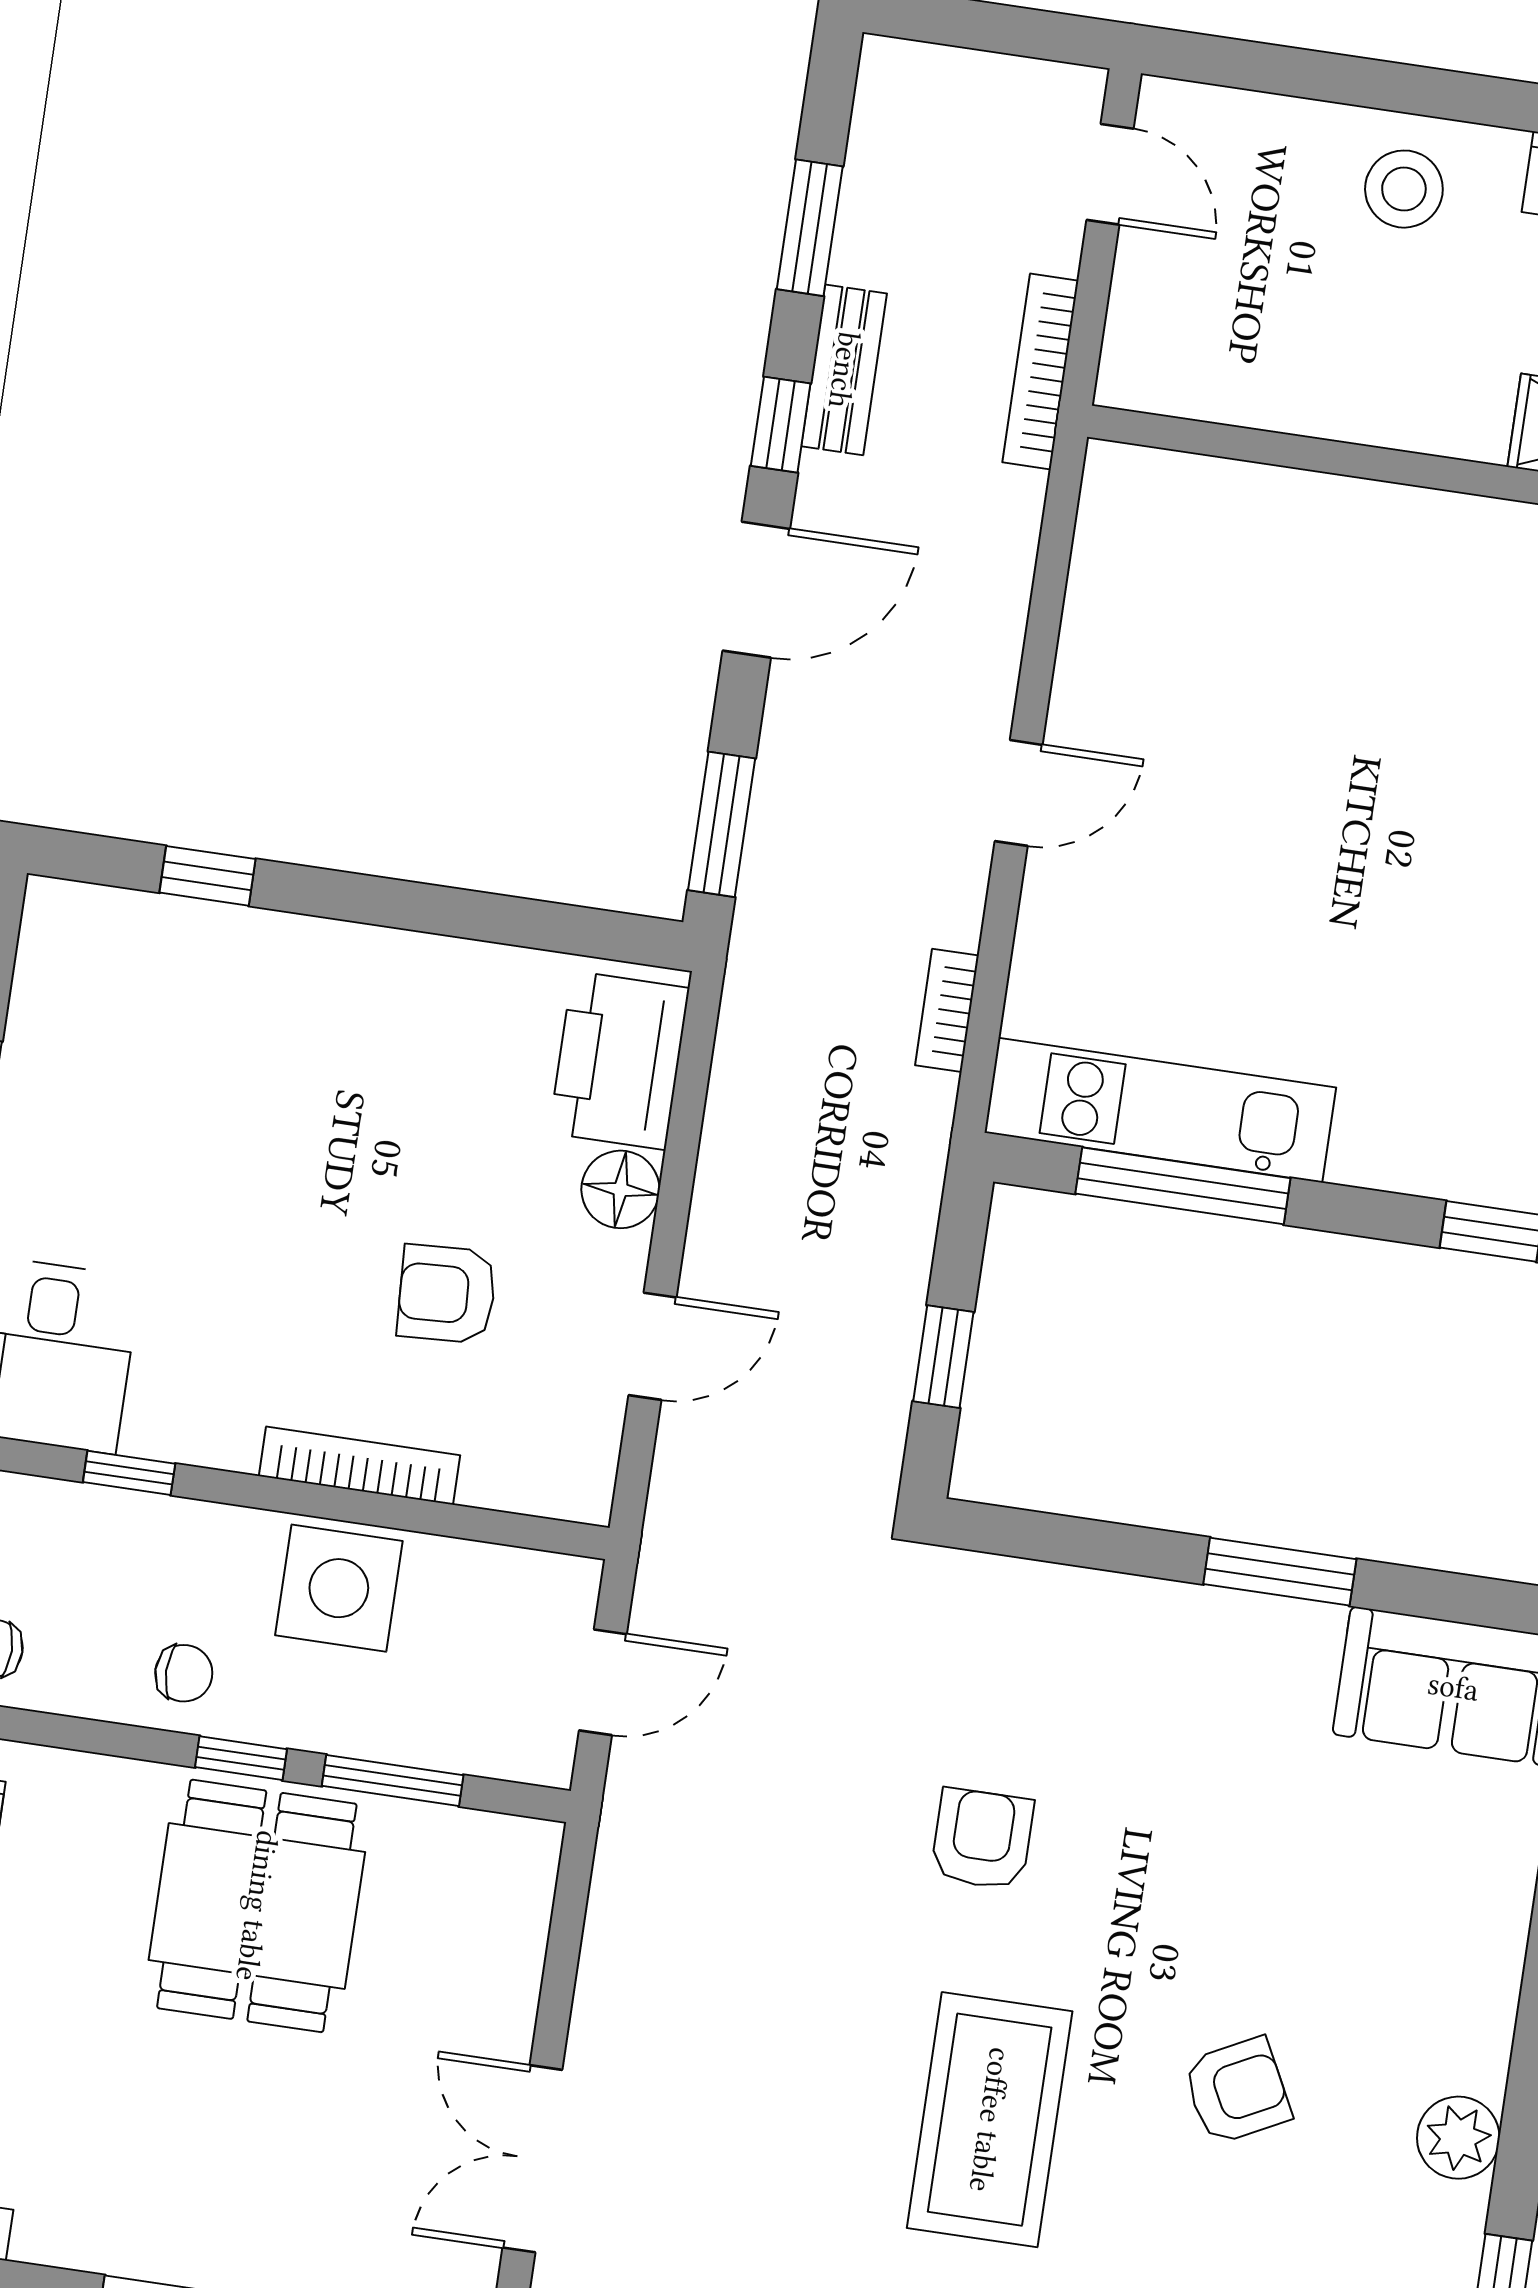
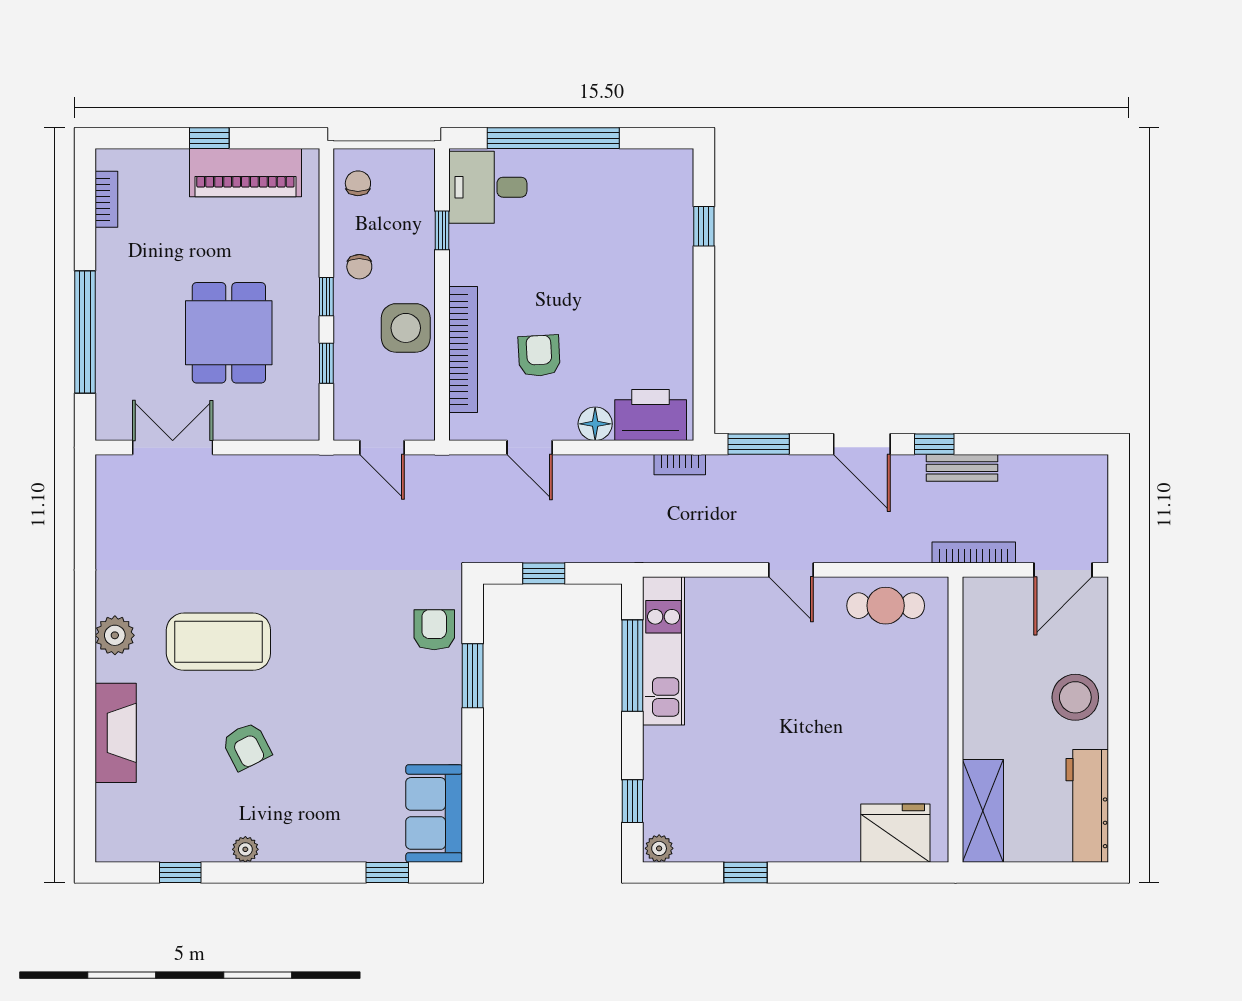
door: (1110, 174) -> (1063, 570), width x1.38
stool: (1404, 189) -> (1075, 697), width x1.38, depth x1.38
window: (810, 228) -> (1021, 444), removed
cafe table: (1132, 590) -> (886, 606), added
bookcase: (947, 1010) -> (680, 465), moved, turned 180
bookcase: (359, 1466) -> (463, 350), width x1.48, depth x1.31
window: (1280, 1572) -> (473, 676), moved
window: (393, 1781) -> (326, 363), width x0.67
armchair: (982, 1839) -> (434, 630), moved, turned -90
dining table: (257, 1906) -> (229, 333), moved, turned 90
plant: (1458, 2138) -> (245, 849), width x0.73, depth x0.73

